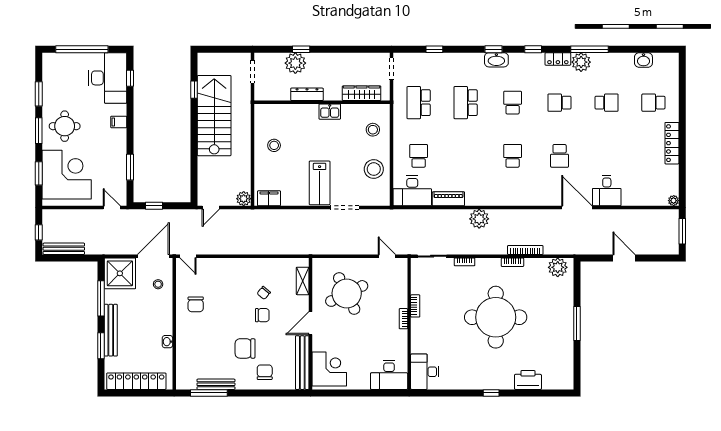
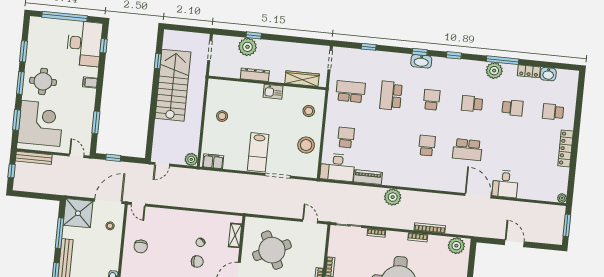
locker: (558, 59) -> (529, 71), moved
school desk: (419, 103) -> (350, 92), turned 90
school desk: (560, 156) -> (467, 150), width x1.85
bench: (64, 249) -> (34, 158), moved

